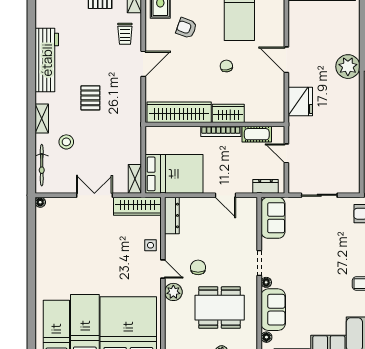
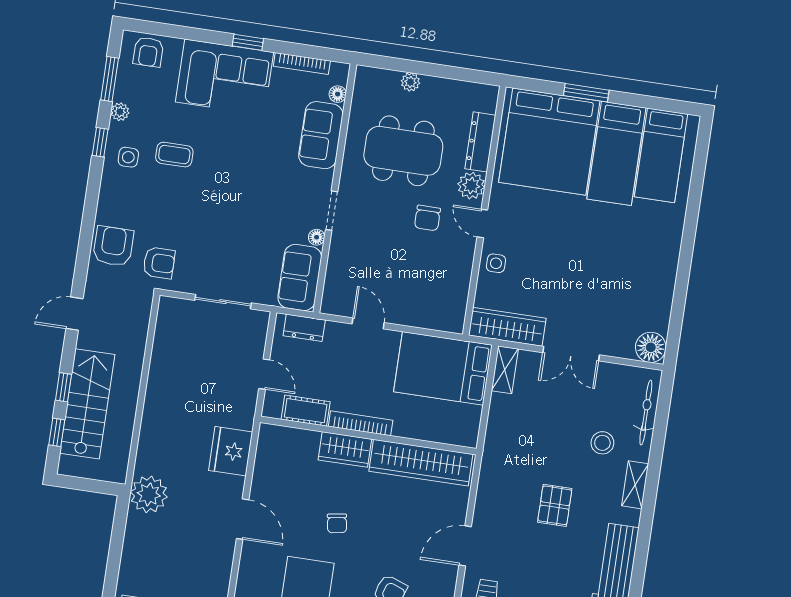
floor lamp: (40, 202) -> (651, 347), width x1.89, depth x1.89
dresser: (172, 215) -> (480, 142), moved
floor lamp: (266, 282) -> (317, 237), moved

